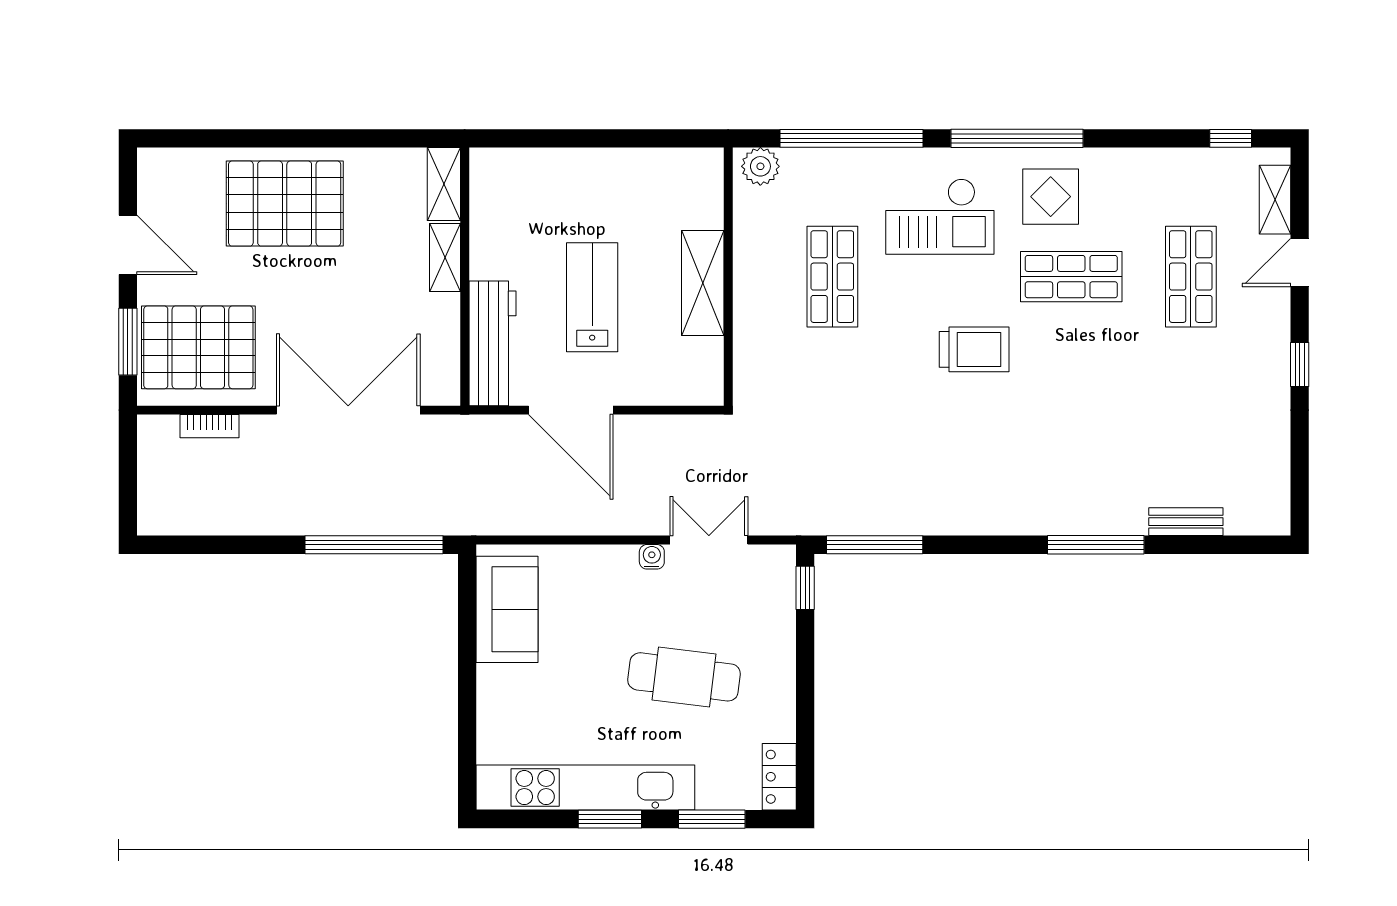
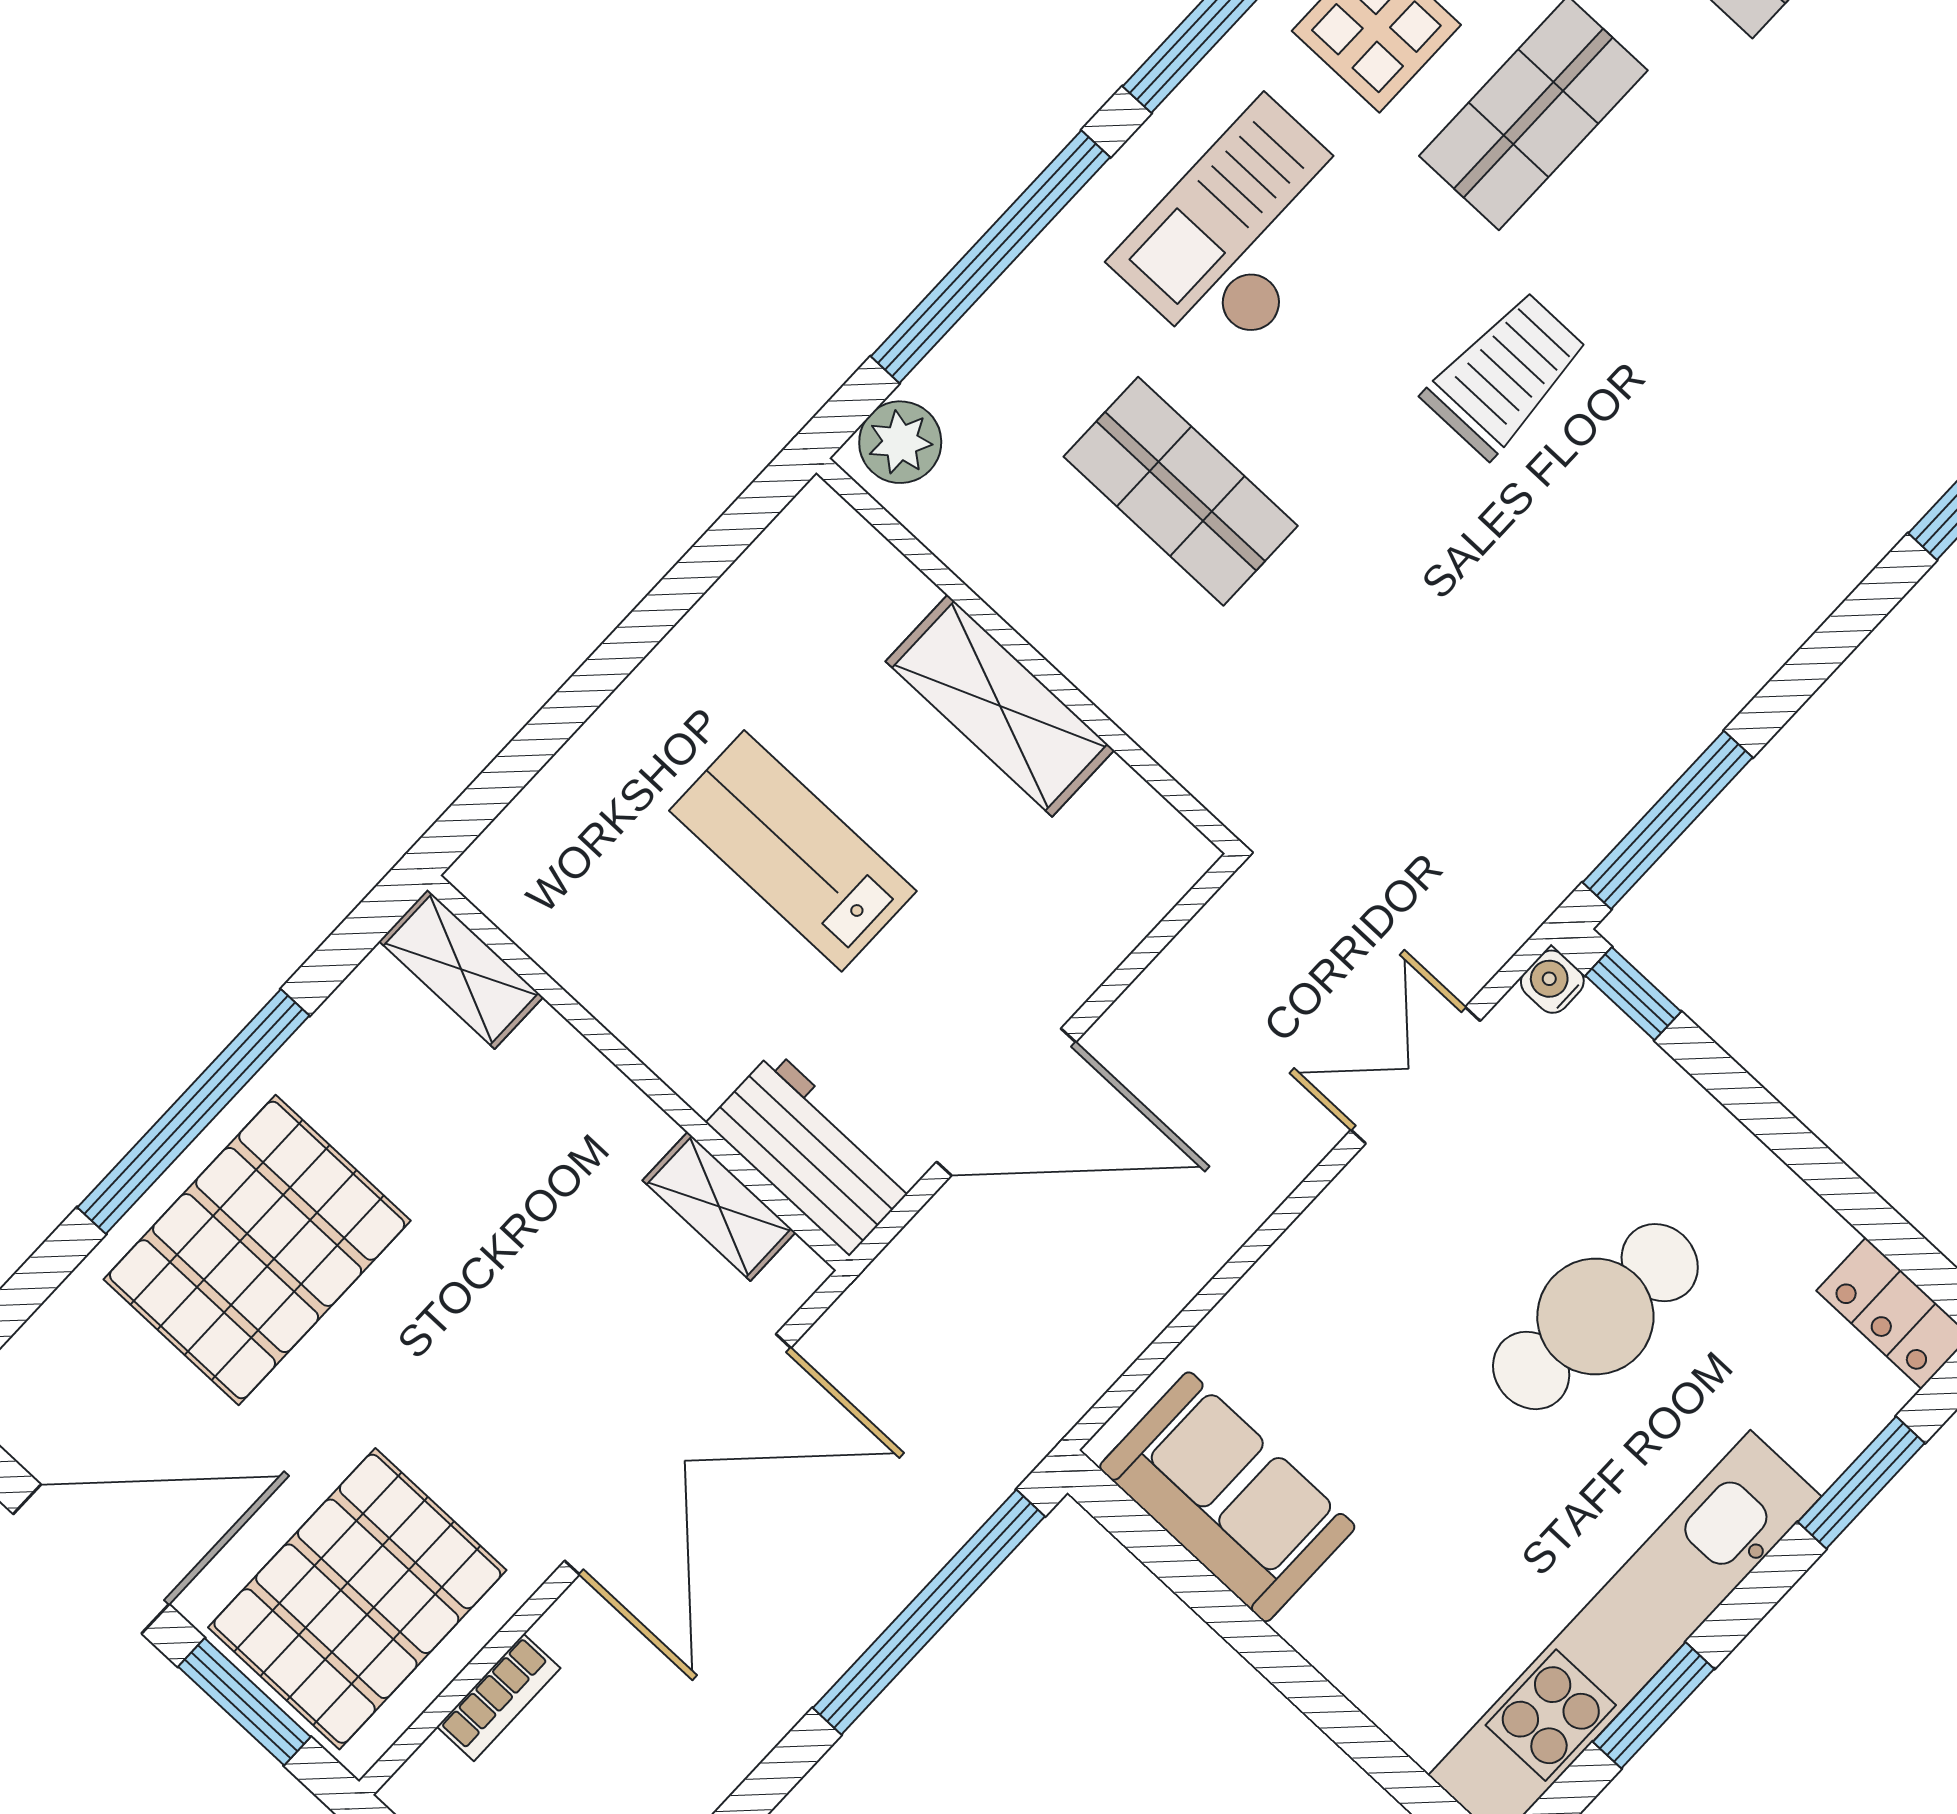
window: (311, 138) -> (193, 1111), added
checkout: (940, 216) -> (1244, 232), turned 180
door: (128, 245) -> (91, 1559), width x1.36
shelving: (445, 258) -> (719, 1206), moved
lab bench: (592, 297) -> (793, 851), moved
workbench: (492, 343) -> (812, 1153), width x0.73
double door: (348, 410) -> (678, 1454), swing flipped
water cooler: (652, 557) -> (1552, 982), moved
window: (610, 819) -> (1653, 1705), moved

